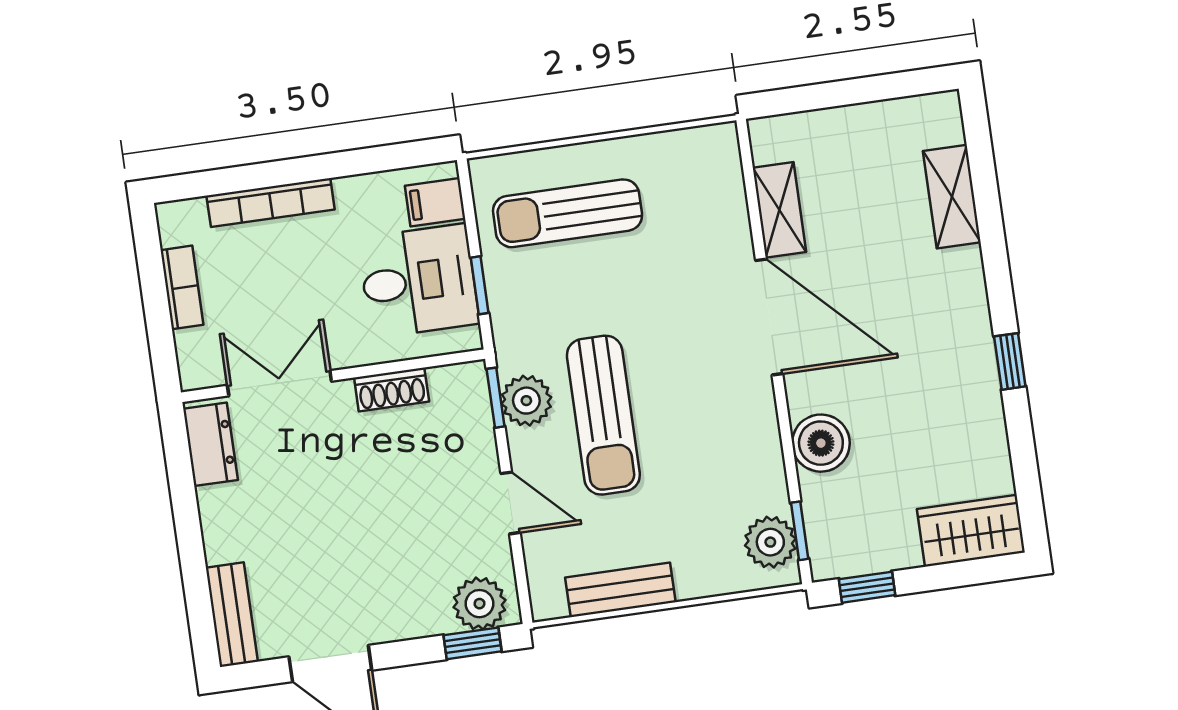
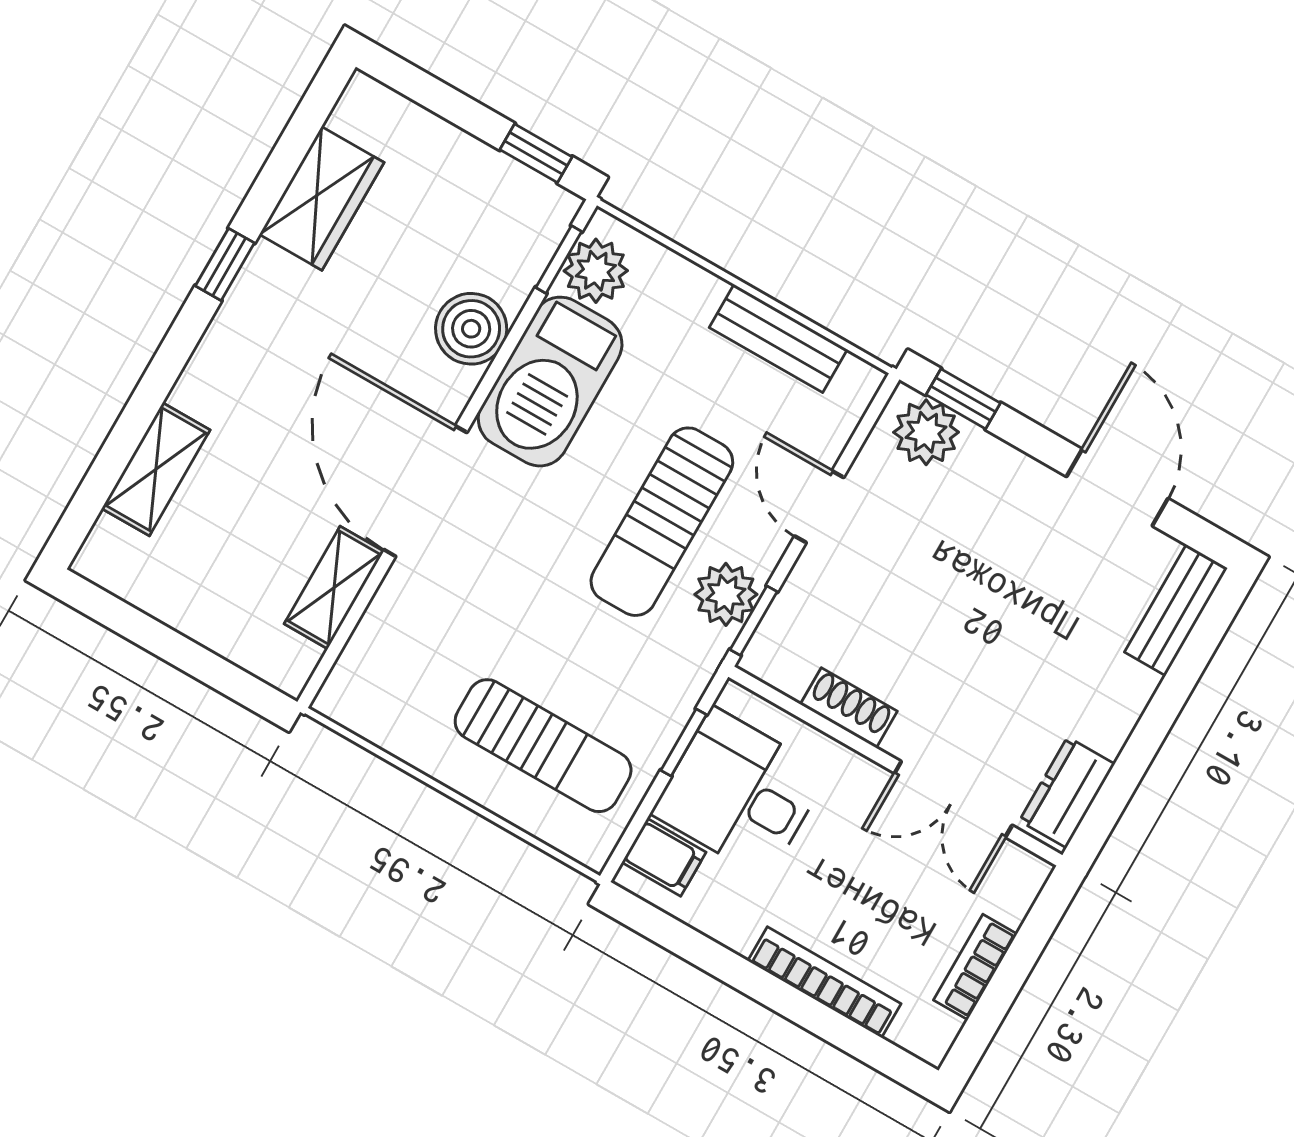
sun lounger: (603, 415) -> (662, 522), turned 180
barbecue: (744, 449) -> (550, 382), added
wardrobe: (971, 531) -> (322, 198), moved, turned -90

